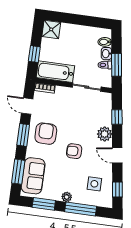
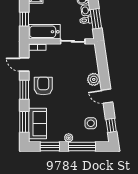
window: (117, 117) -> (102, 63), removed
armchair: (74, 151) -> (70, 98), removed

